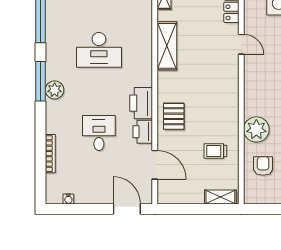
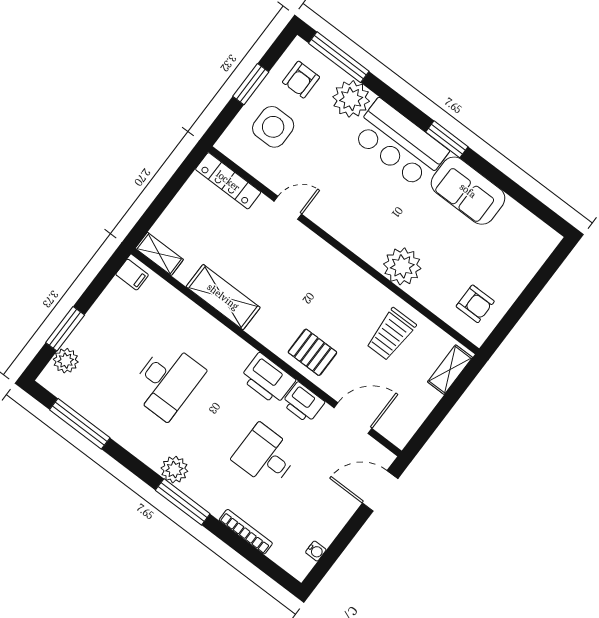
window: (41, 81) -> (183, 502), moved
trolley: (215, 151) -> (391, 334), width x1.36, depth x1.39
armchair: (263, 166) -> (475, 304), moved, turned 180

